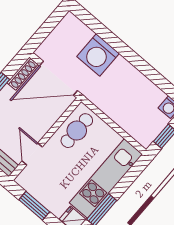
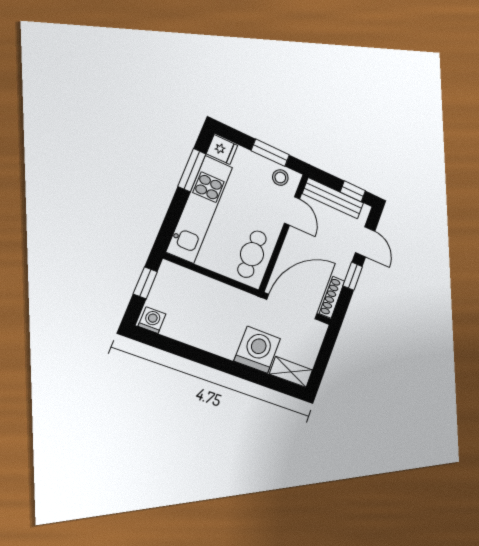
shelving: (77, 27) -> (291, 372), added
stool: (33, 184) -> (280, 178), added

